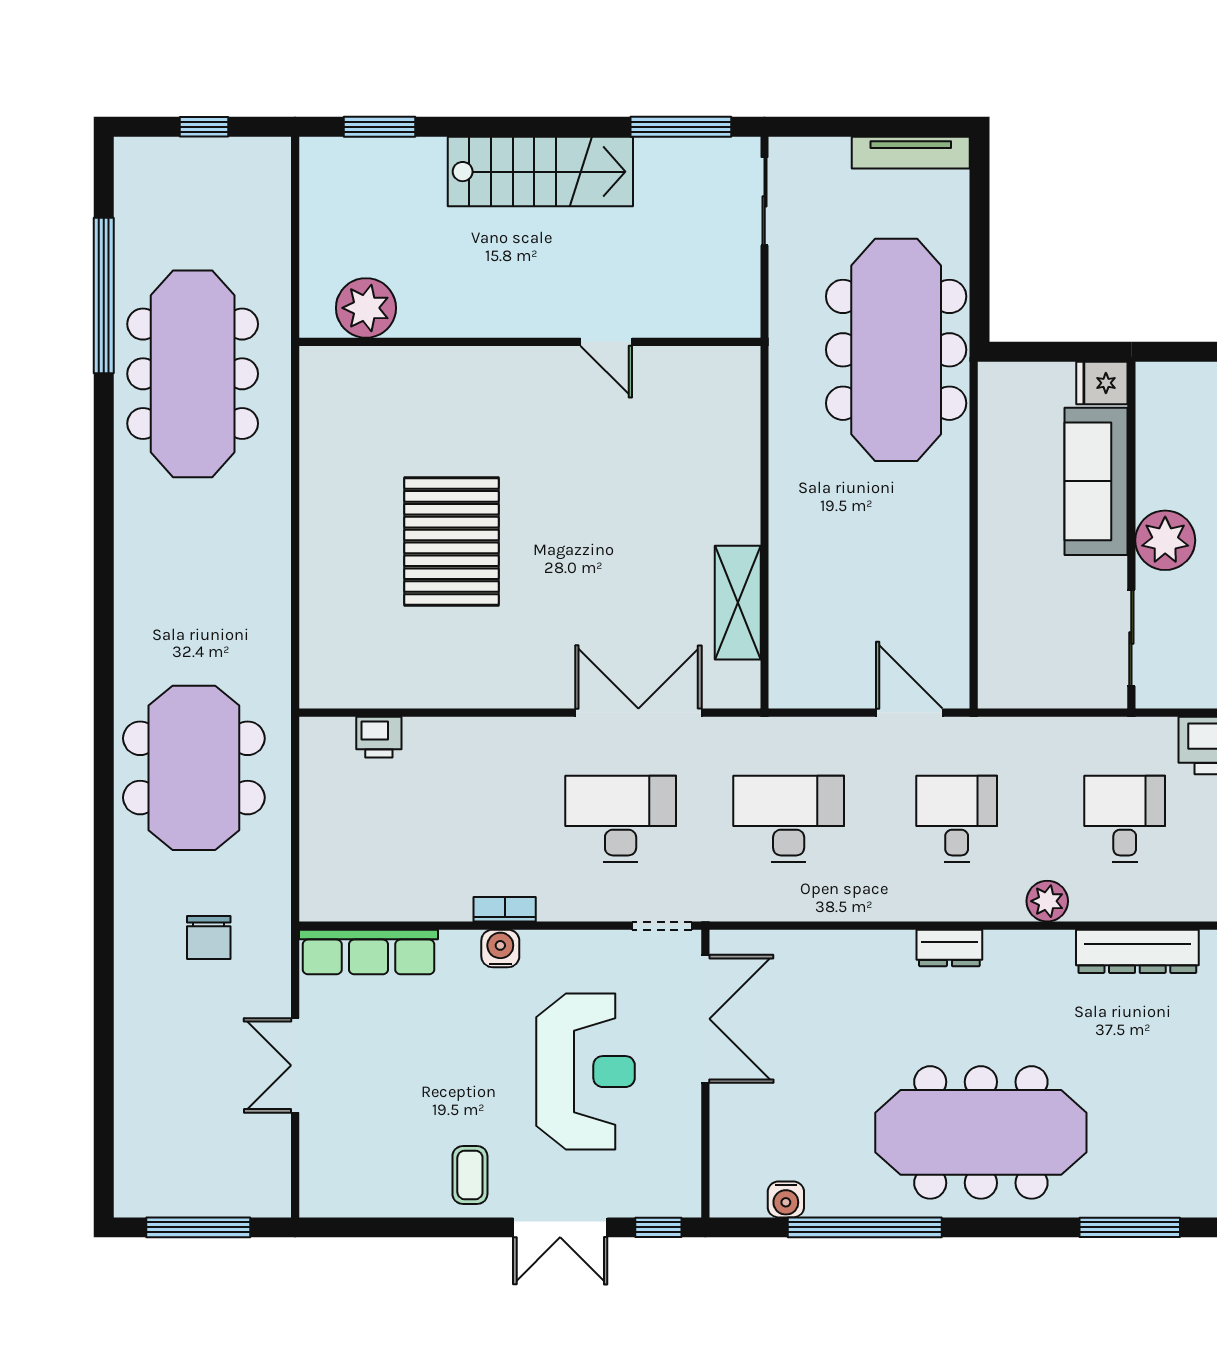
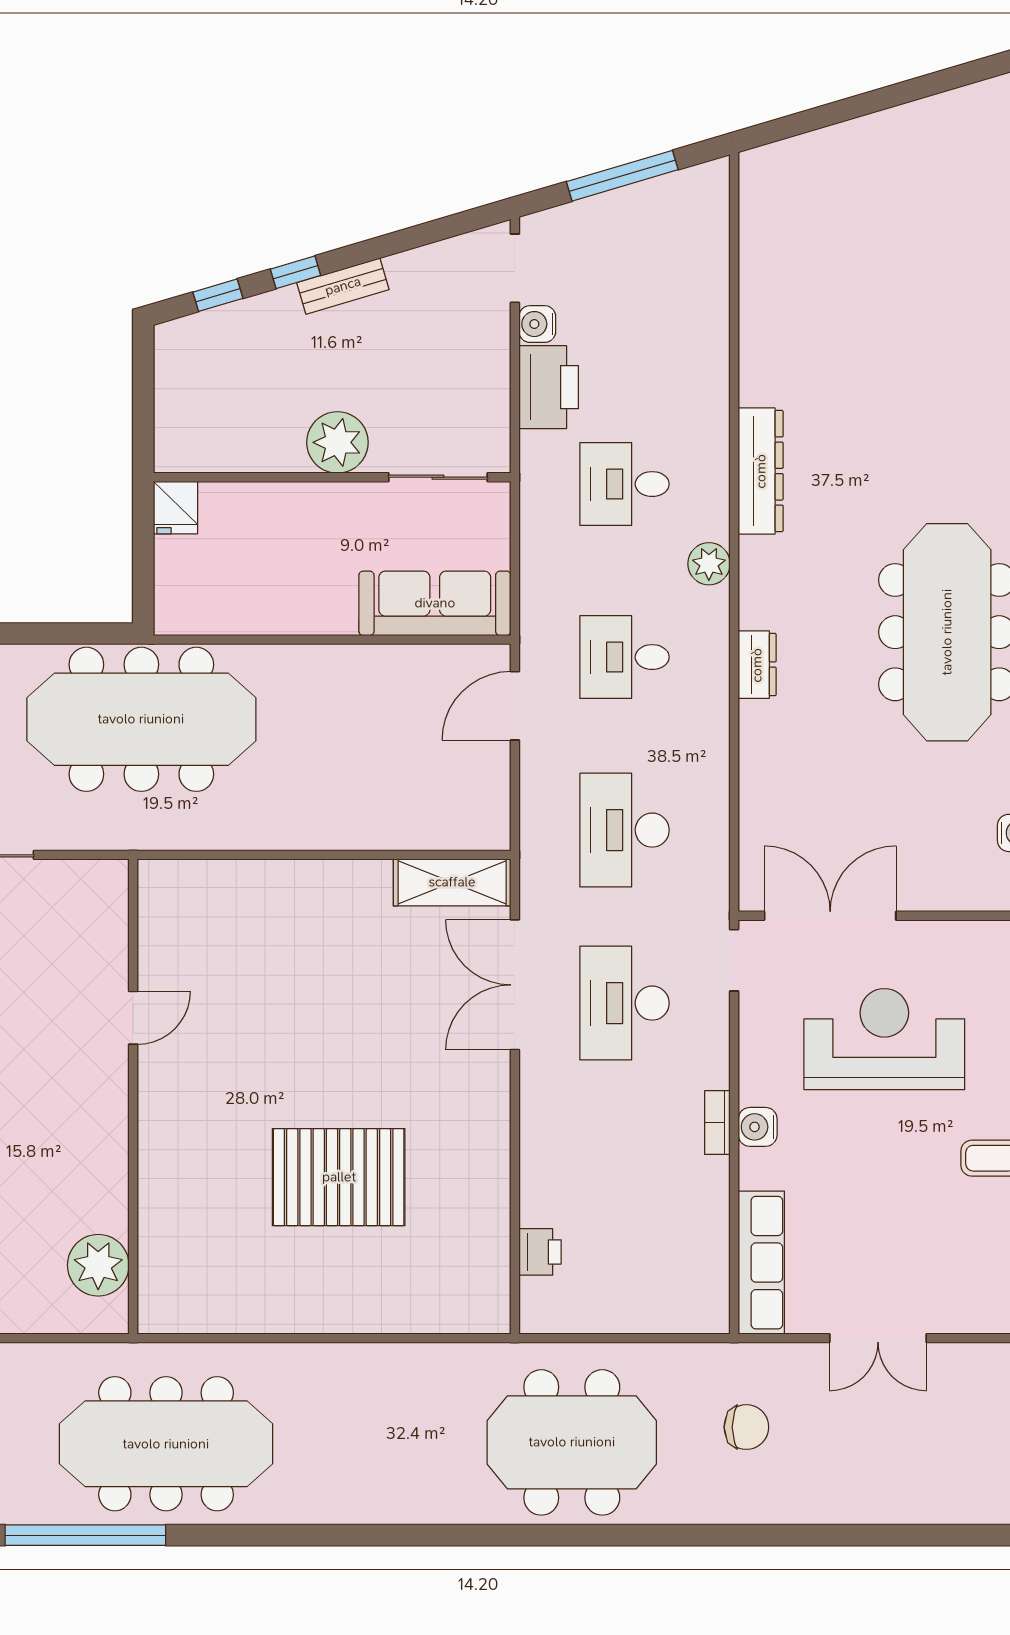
sofa: (1096, 481) -> (435, 603), moved, turned 180
shelving: (738, 603) -> (452, 882), moved

